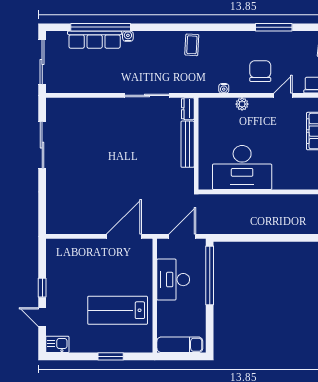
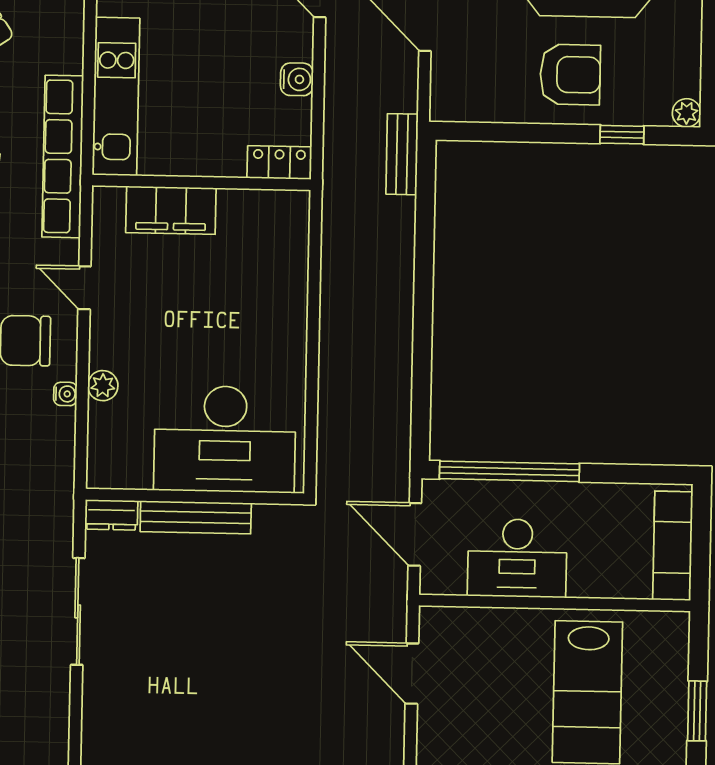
water cooler: (224, 88) -> (65, 394), moved
desk: (242, 167) -> (225, 439), moved, turned 90
door: (124, 236) -> (412, 674), width x0.73

